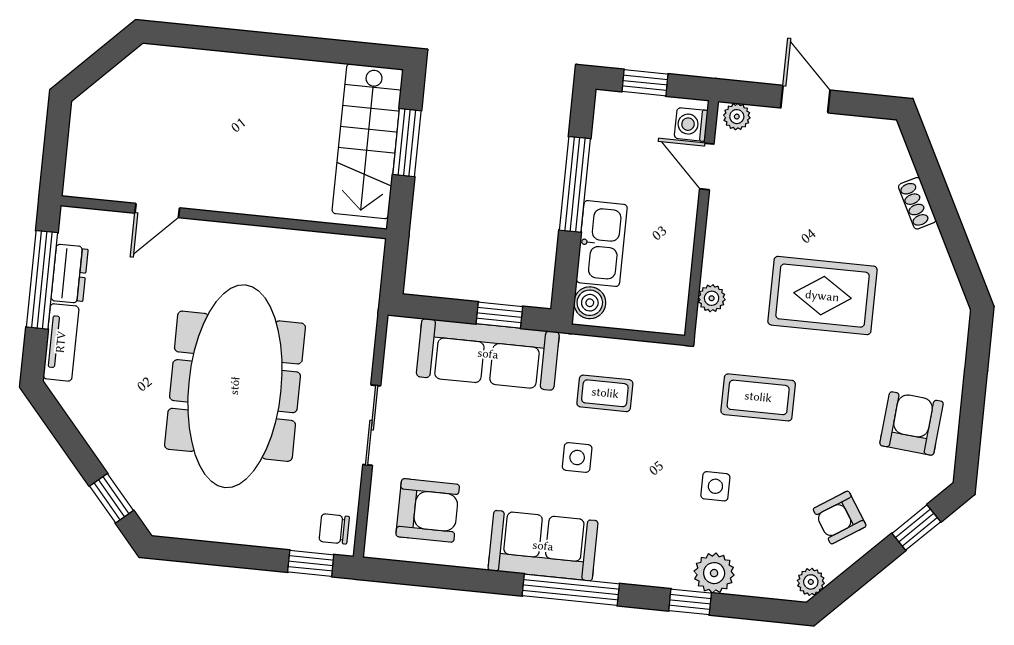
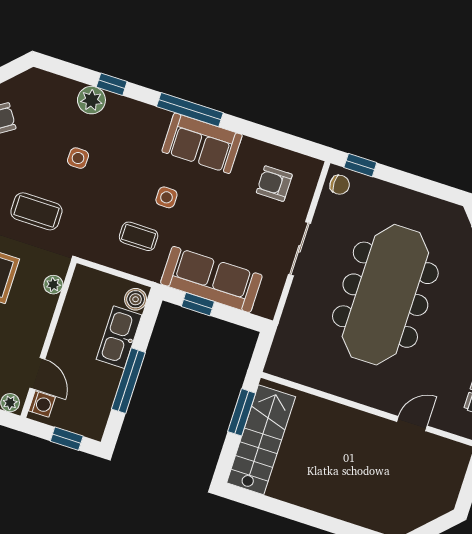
window: (407, 143) -> (242, 412), moved
armchair: (428, 510) -> (274, 184), width x0.72, depth x0.72
plant: (811, 582) -> (28, 80), removed

